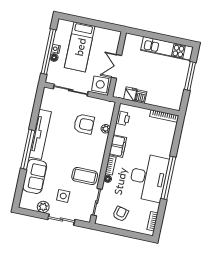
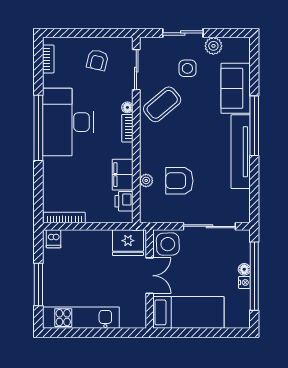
bed: (80, 47) -> (188, 312), moved, turned 90
fridge: (130, 94) -> (128, 243), width x1.88, depth x1.34
dishwasher: (141, 97) -> (54, 239), moved
filing cabinet: (118, 146) -> (123, 175), moved
coffee table: (85, 176) -> (162, 104), turned -40

